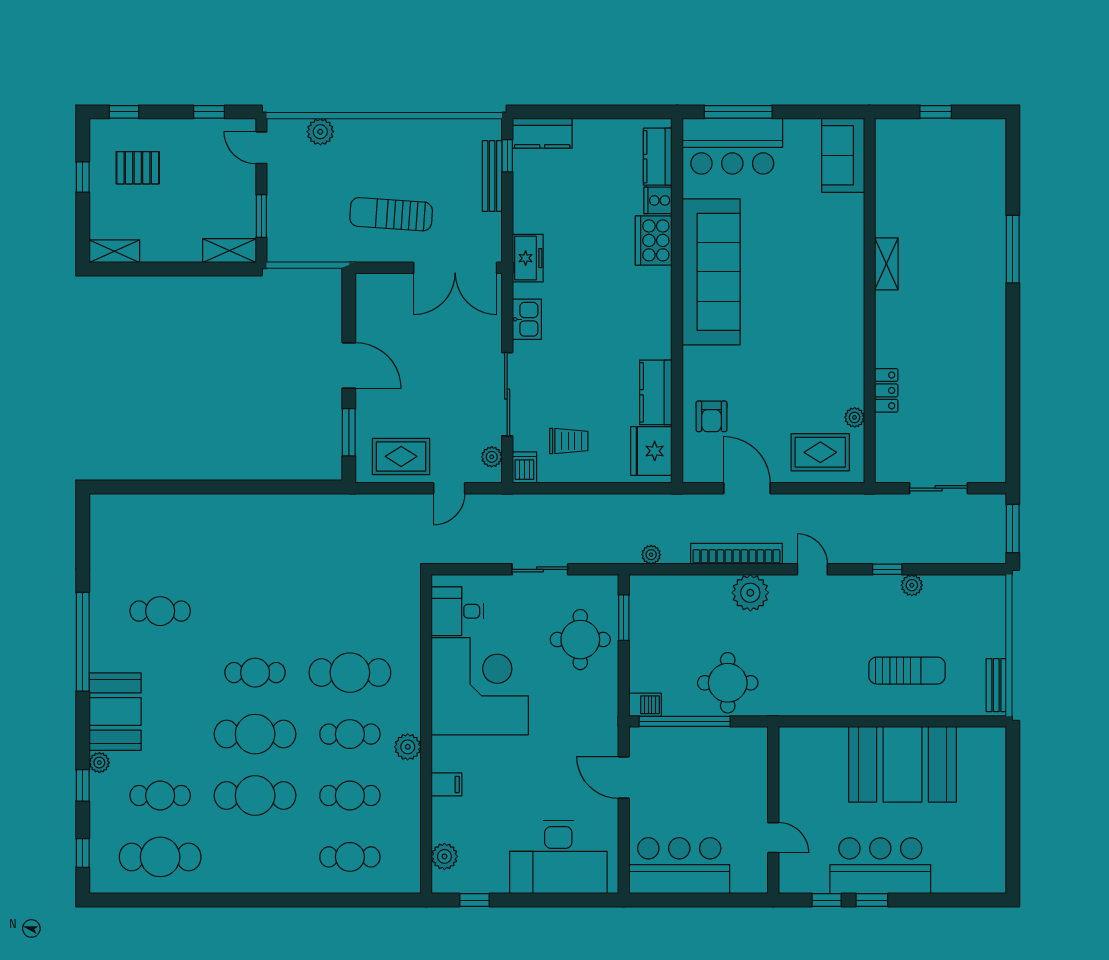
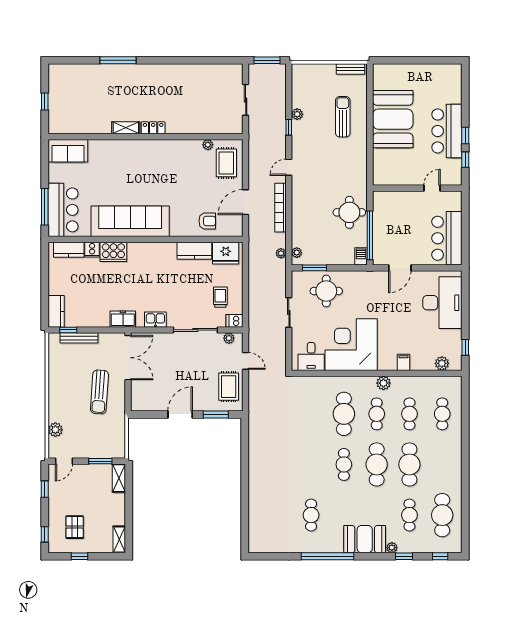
locker: (886, 390) -> (153, 128), moved
plant: (750, 593) -> (297, 253), moved, width x0.53, depth x0.53

